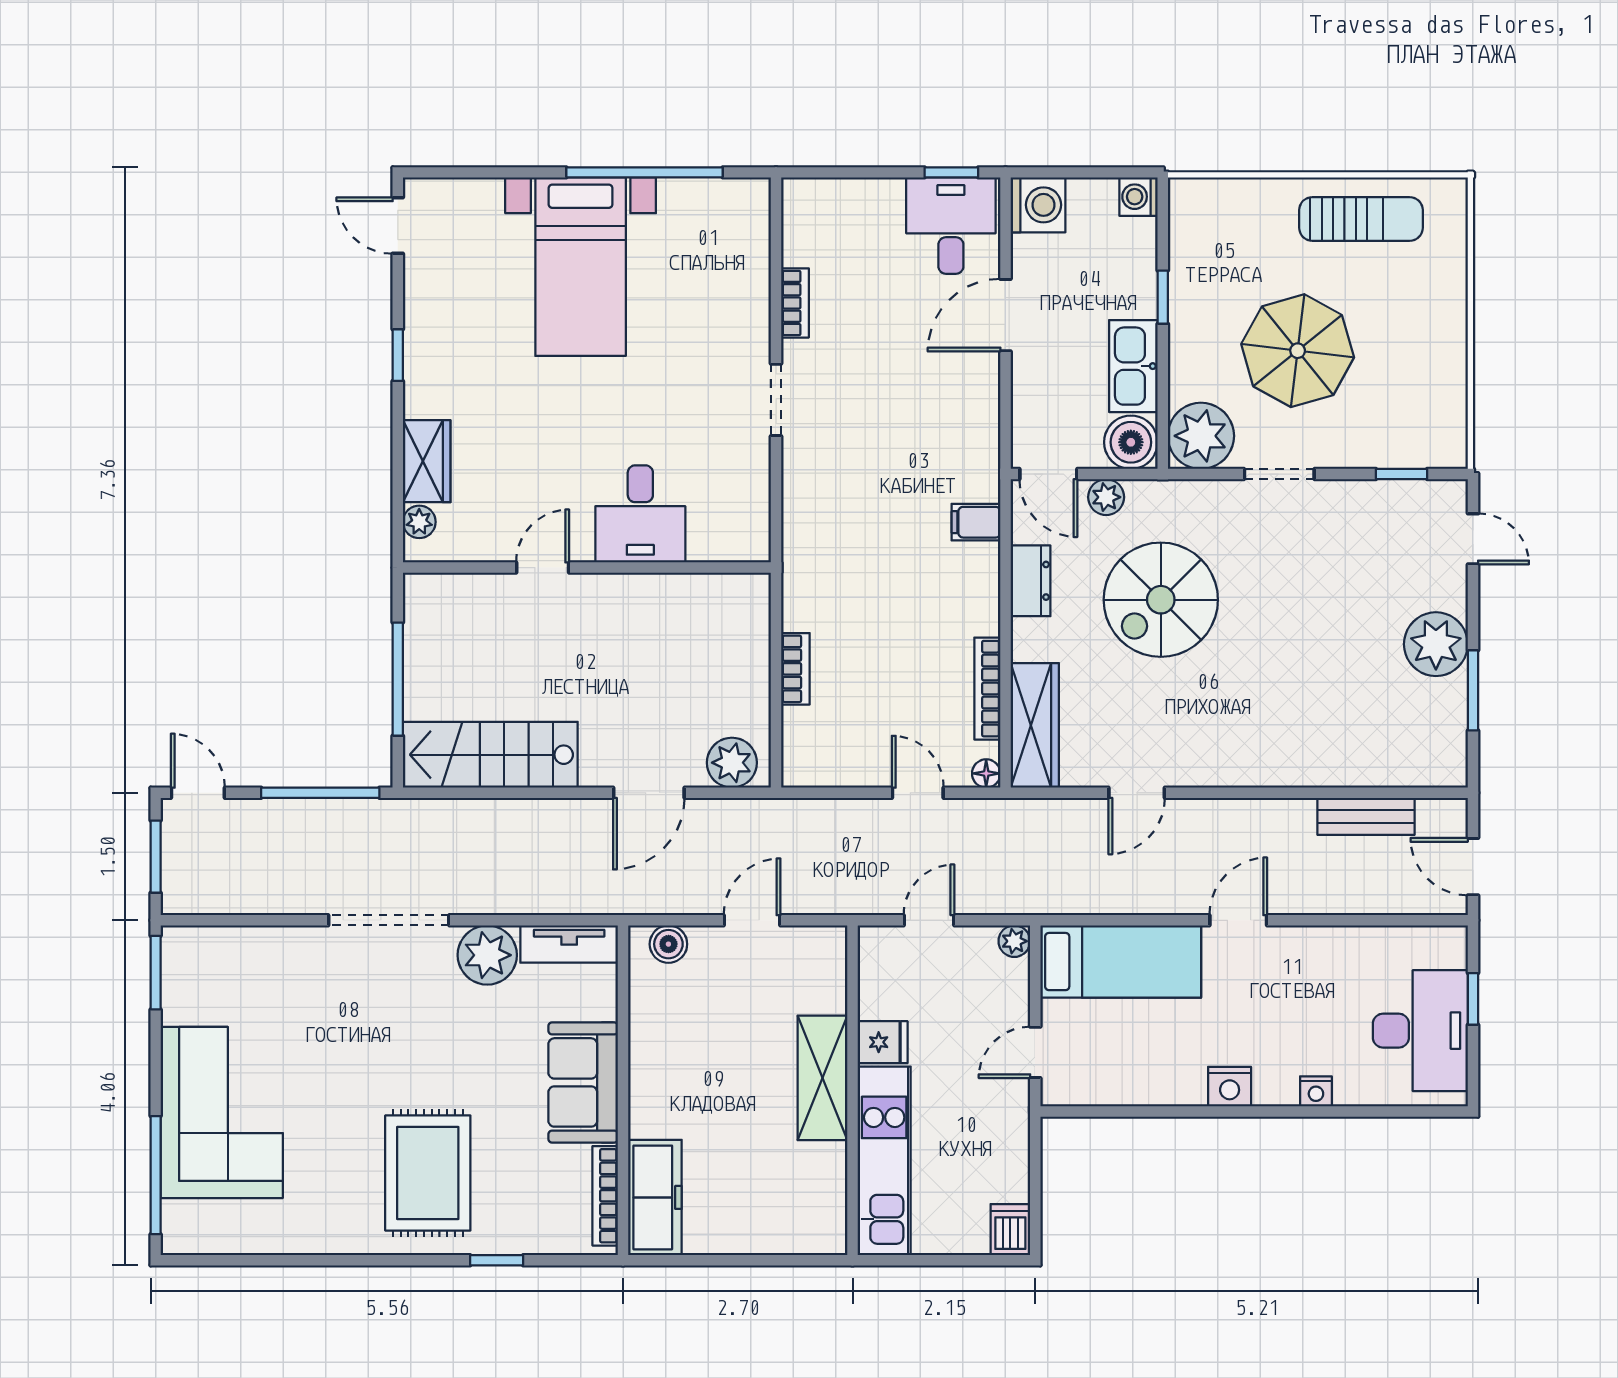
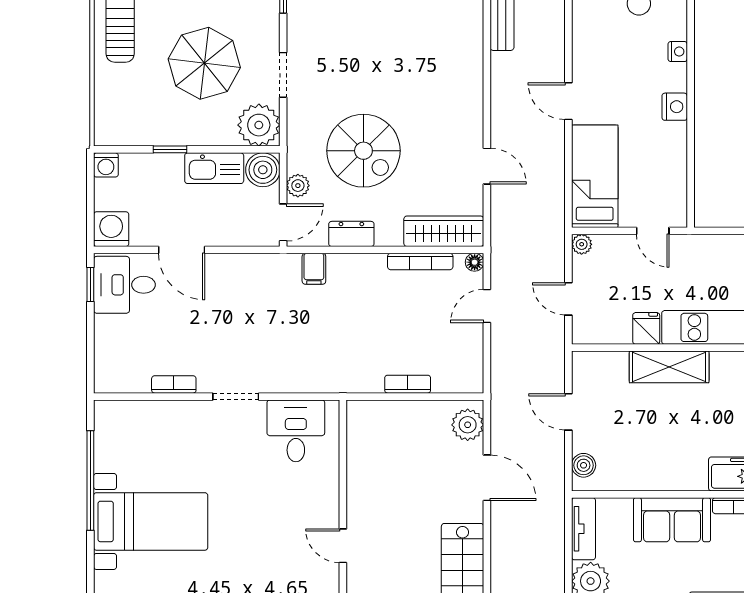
desk: (640, 514) -> (296, 431), moved, turned -90

